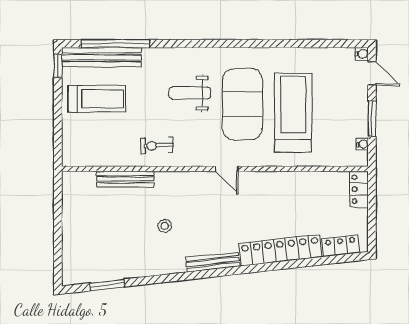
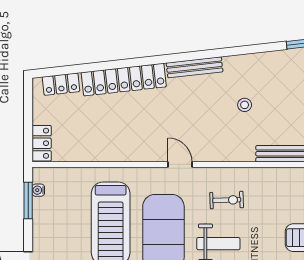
window: (372, 119) -> (28, 201), moved
exercise bike: (157, 146) -> (227, 200), moved

